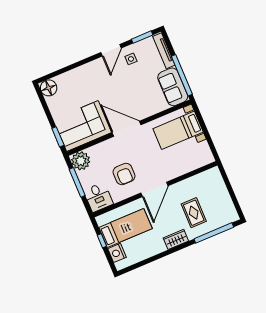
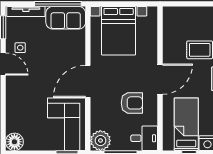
bed with nightstands: (178, 130) -> (119, 31), width x1.36
door: (154, 189) -> (160, 79), hinge flipped

